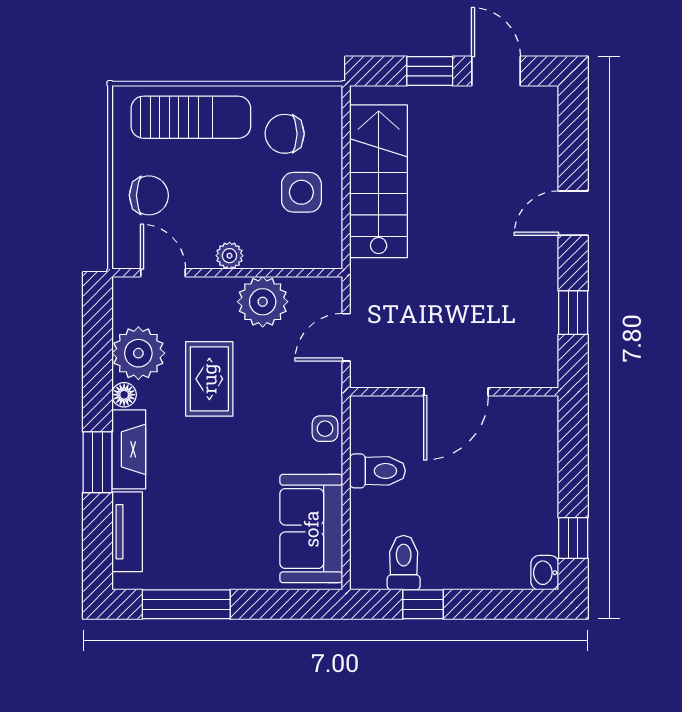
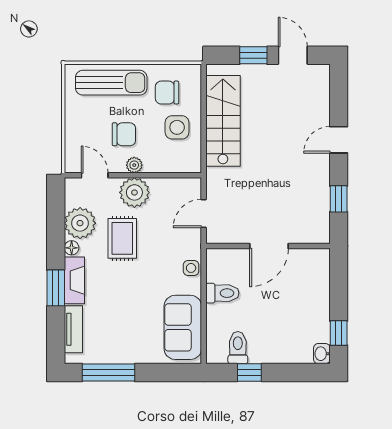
chair: (149, 195) -> (124, 134), moved
plant: (263, 302) -> (134, 192), moved

